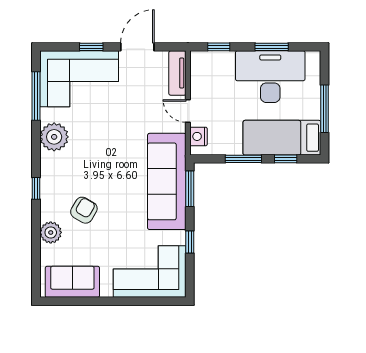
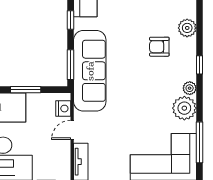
door: (188, 111) -> (72, 130), swing flipped
plant: (48, 161) -> (190, 88), added
armchair: (84, 210) -> (159, 47), turned 60

